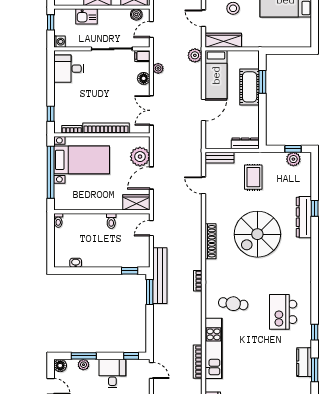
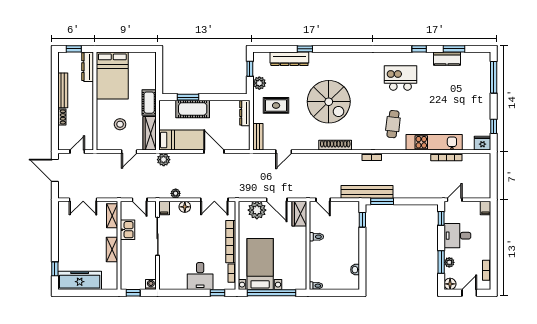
boiler: (136, 14) -> (126, 214), removed
kitchen sink: (86, 16) -> (128, 230), moved
cot: (256, 40) -> (149, 103), added
desk: (69, 69) -> (200, 276), moved
plant: (293, 159) -> (259, 83), moved
dresser: (304, 217) -> (289, 59), moved
kitchen island: (283, 312) -> (400, 78), turned 180

